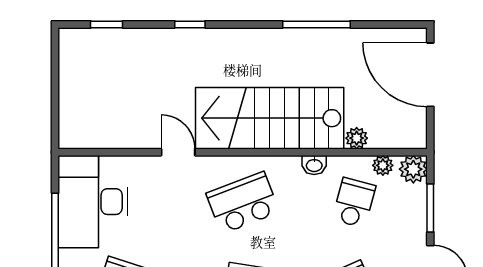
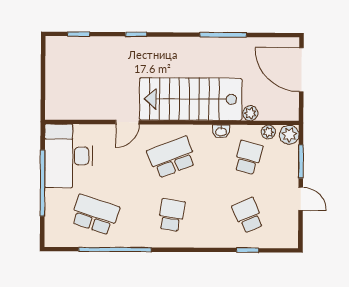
door: (178, 152) -> (127, 122), swing flipped

